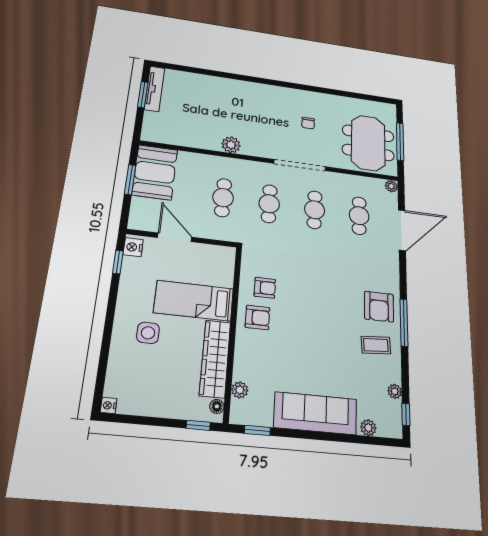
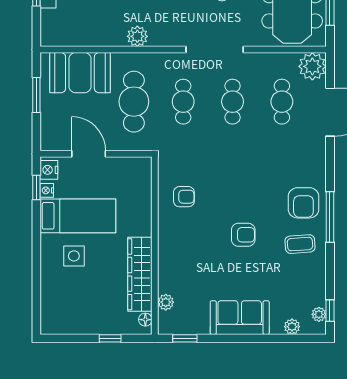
booth: (155, 172) -> (80, 73), moved, turned 90
plant: (391, 186) -> (312, 66), width x1.88, depth x1.88
cafe table: (223, 198) -> (134, 102), width x1.37, depth x1.35
bed: (194, 301) -> (78, 216), moved, turned 180
armchair: (257, 317) -> (243, 235), moved
plant: (395, 391) -> (319, 314), moved
nightstand: (109, 405) -> (47, 190), moved
sofa: (315, 413) -> (240, 318), width x0.73
window: (198, 425) -> (110, 338), moved

